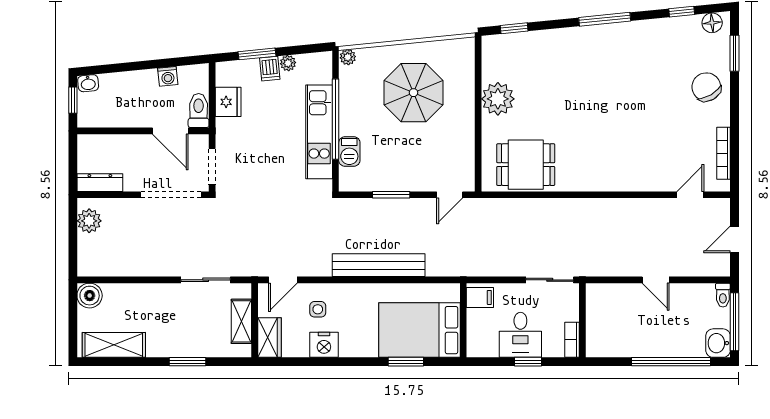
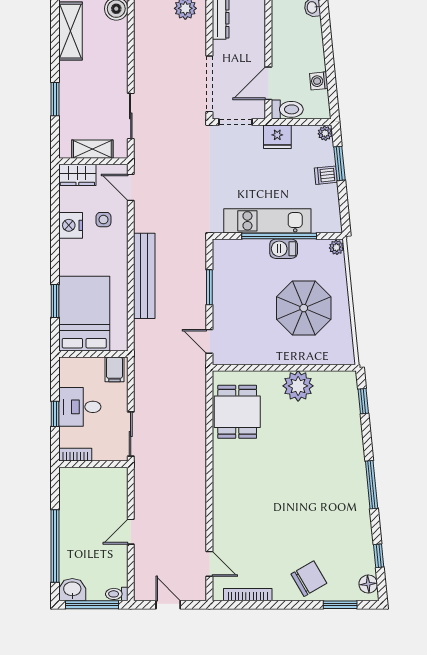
plant: (288, 63) -> (325, 133), moved
fridge: (228, 102) -> (277, 137), moved
barbecue: (349, 152) -> (284, 249), moved

